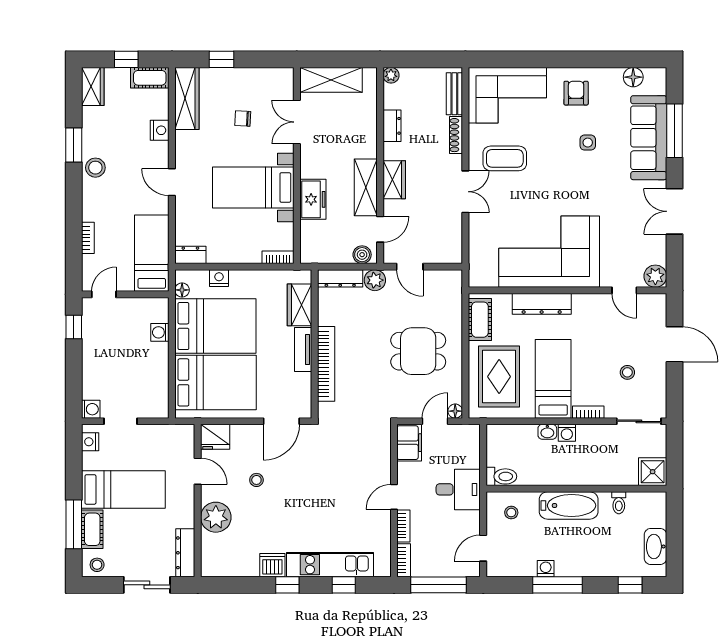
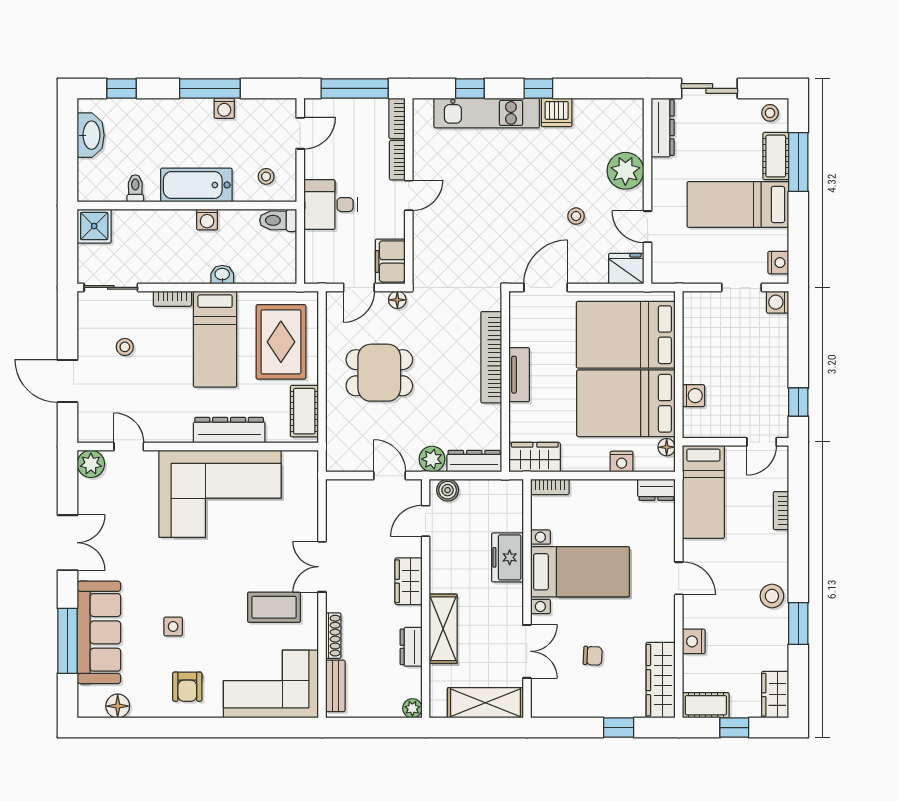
shelving: (366, 187) -> (443, 629), moved
wardrobe: (300, 305) -> (535, 457), moved, turned -90
floor lamp: (455, 411) -> (397, 300), moved
washing machine: (567, 433) -> (207, 219), moved, turned 180

